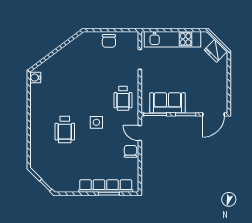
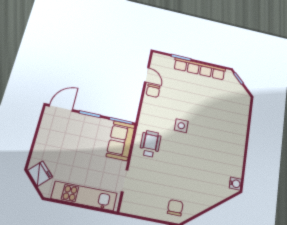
chair: (109, 41) -> (175, 208), moved
sofa: (167, 103) -> (121, 141), moved, turned 90
wheelchair: (65, 129) -> (213, 126), removed
door: (140, 133) -> (147, 75), moved
row of seats: (106, 186) -> (200, 69), moved

